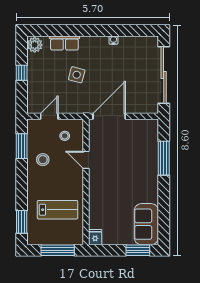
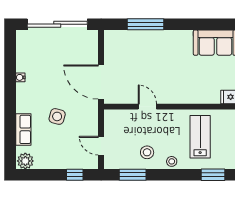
window: (22, 73) -> (75, 175), moved
stool: (65, 136) -> (172, 161), moved
door: (86, 160) -> (147, 107), swing flipped

